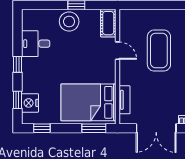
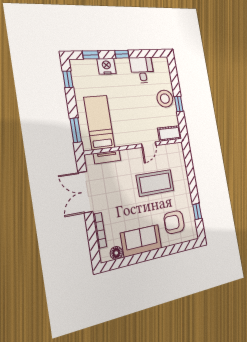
bed: (88, 102) -> (99, 122), width x0.67
nightstand: (30, 103) -> (107, 66), moved

